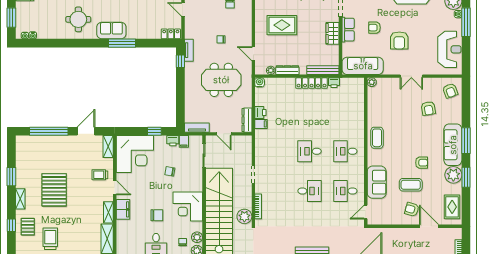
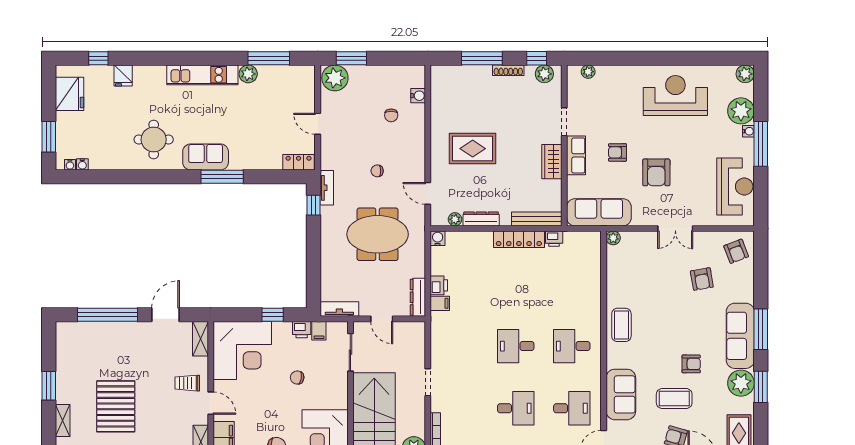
desk: (345, 191) -> (572, 408), turned 180

